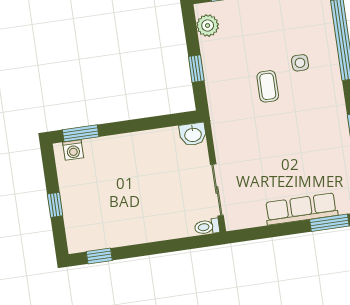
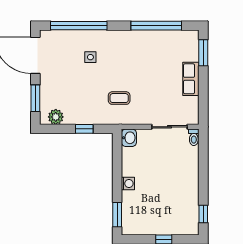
coffee table: (268, 86) -> (119, 98), moved
washing machine: (73, 150) -> (128, 183), moved
row of seats: (301, 209) -> (191, 79), width x0.68

